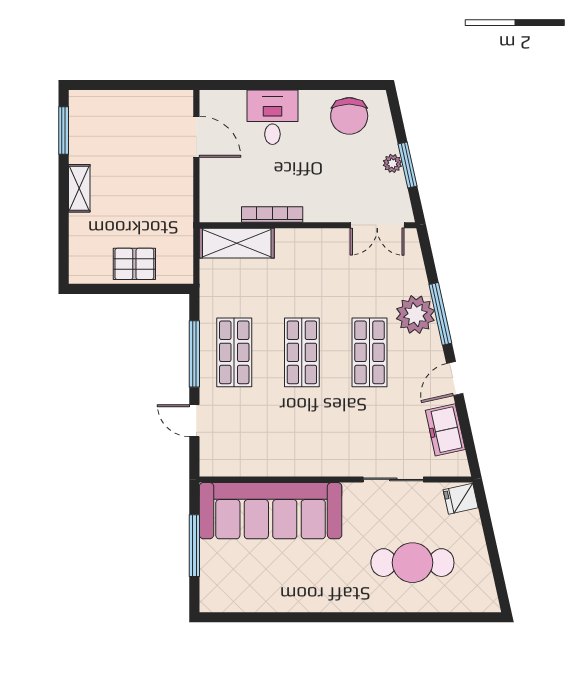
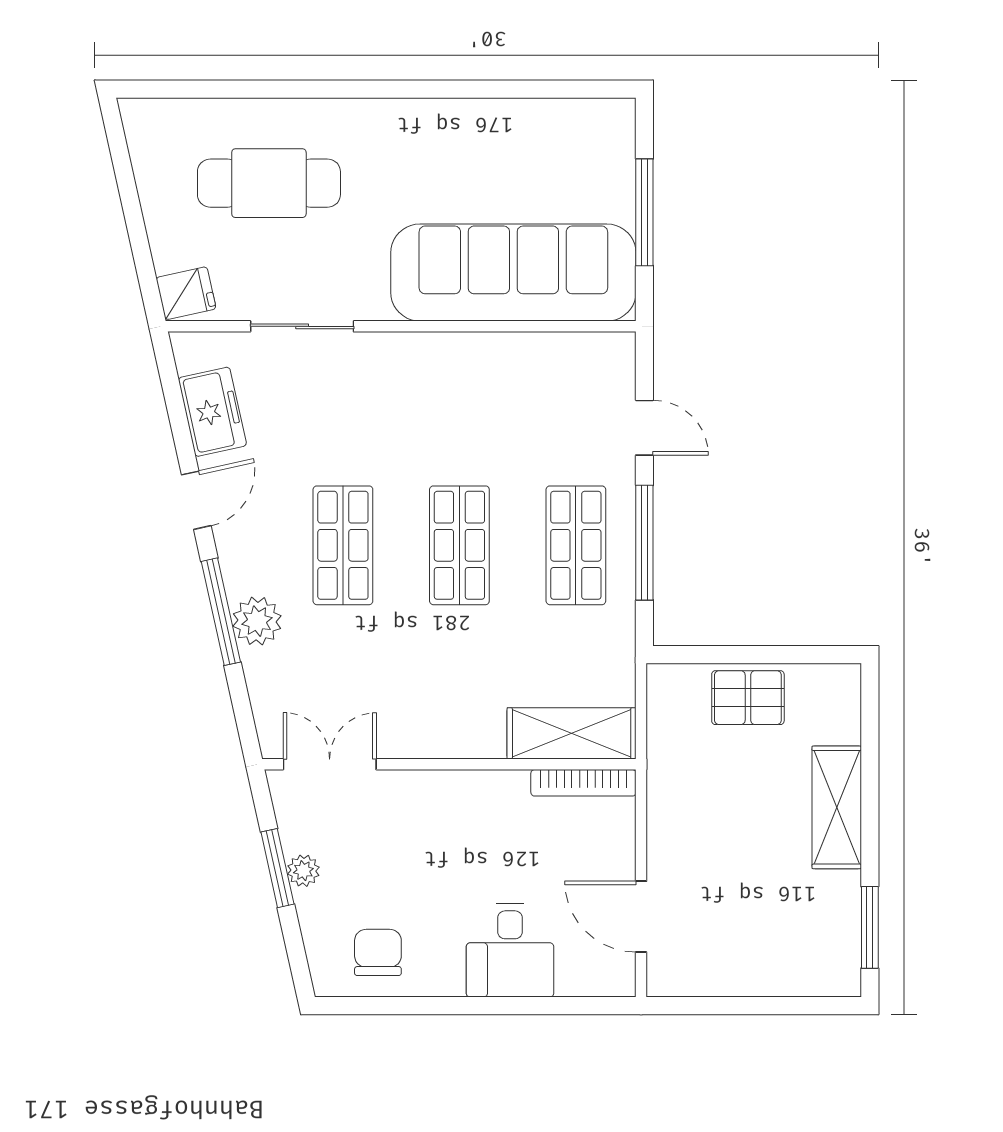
chair: (349, 116) -> (378, 952), width x0.73, depth x0.73
shelving: (79, 188) -> (837, 807), width x1.50, depth x1.33
bookcase: (272, 214) -> (583, 783), moved
plant: (415, 315) -> (257, 621), width x0.73, depth x0.73

